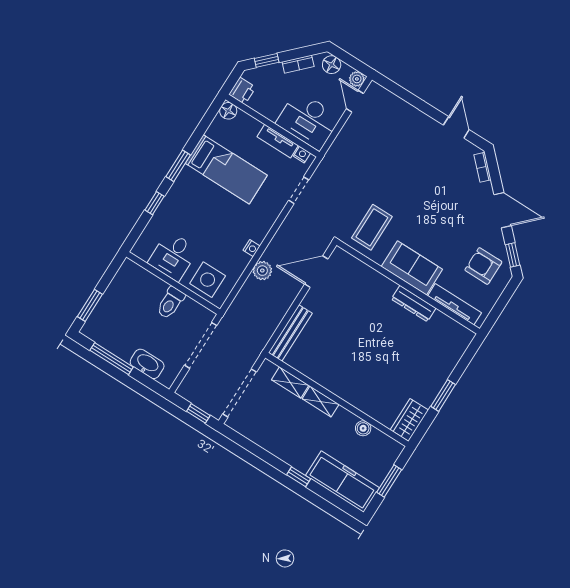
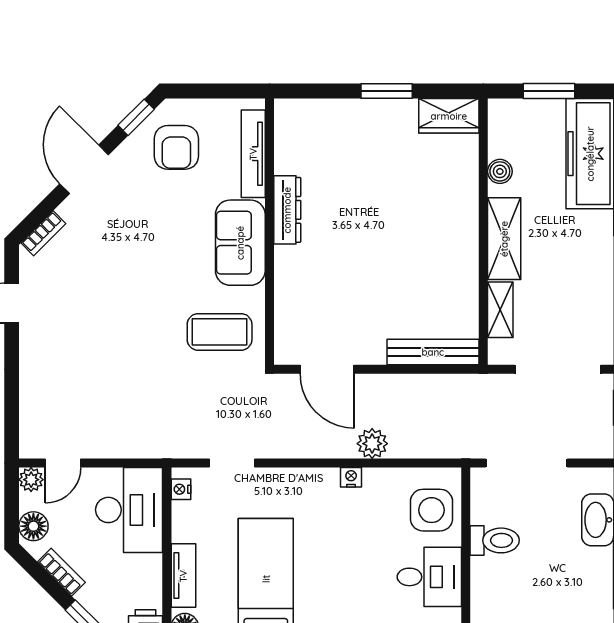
tv unit: (278, 141) -> (183, 576), moved
shelving: (321, 401) -> (504, 239), width x1.50, depth x1.33

